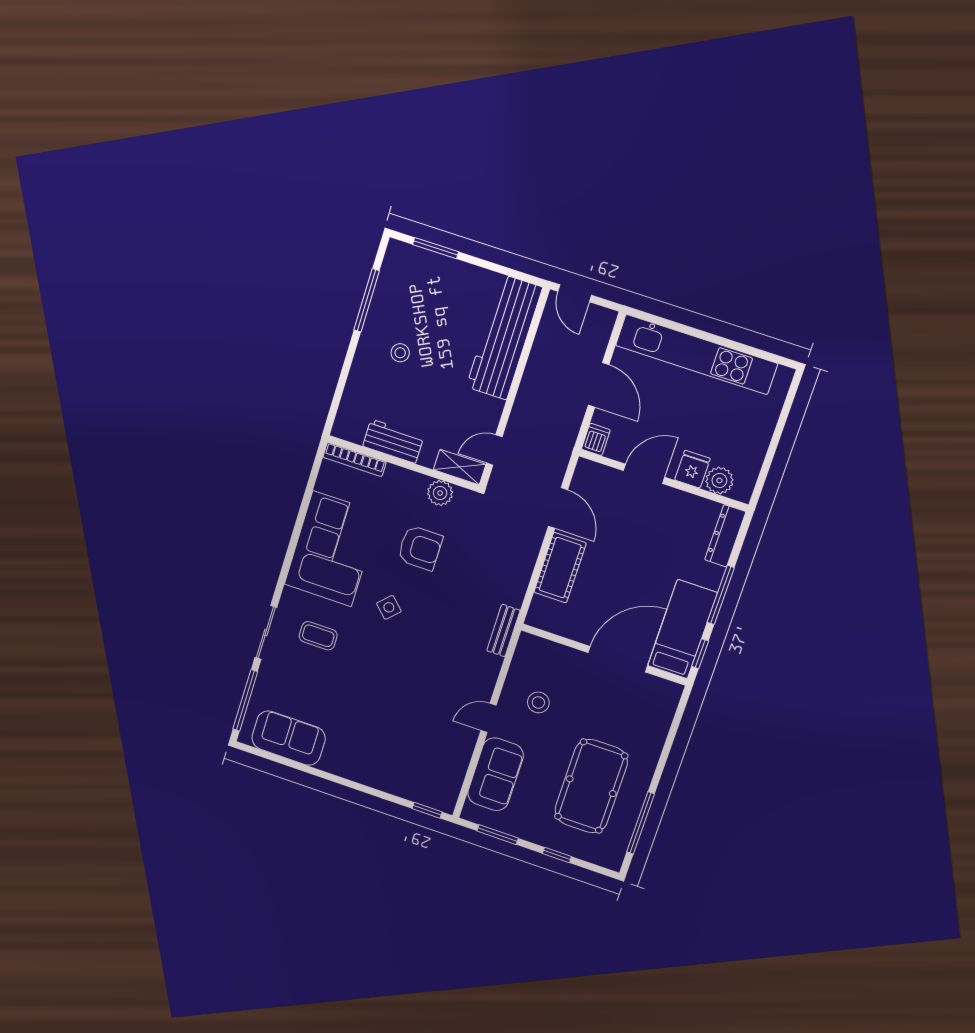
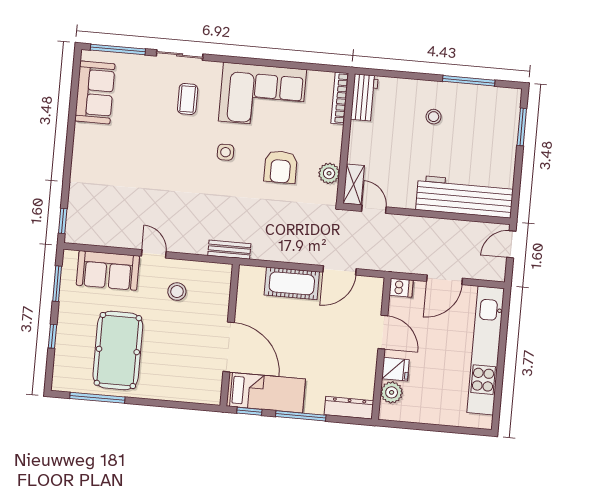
workbench: (393, 441) -> (364, 98), moved
side table: (389, 607) -> (226, 152), turned 45
pool table: (591, 786) -> (118, 350), turned 90

